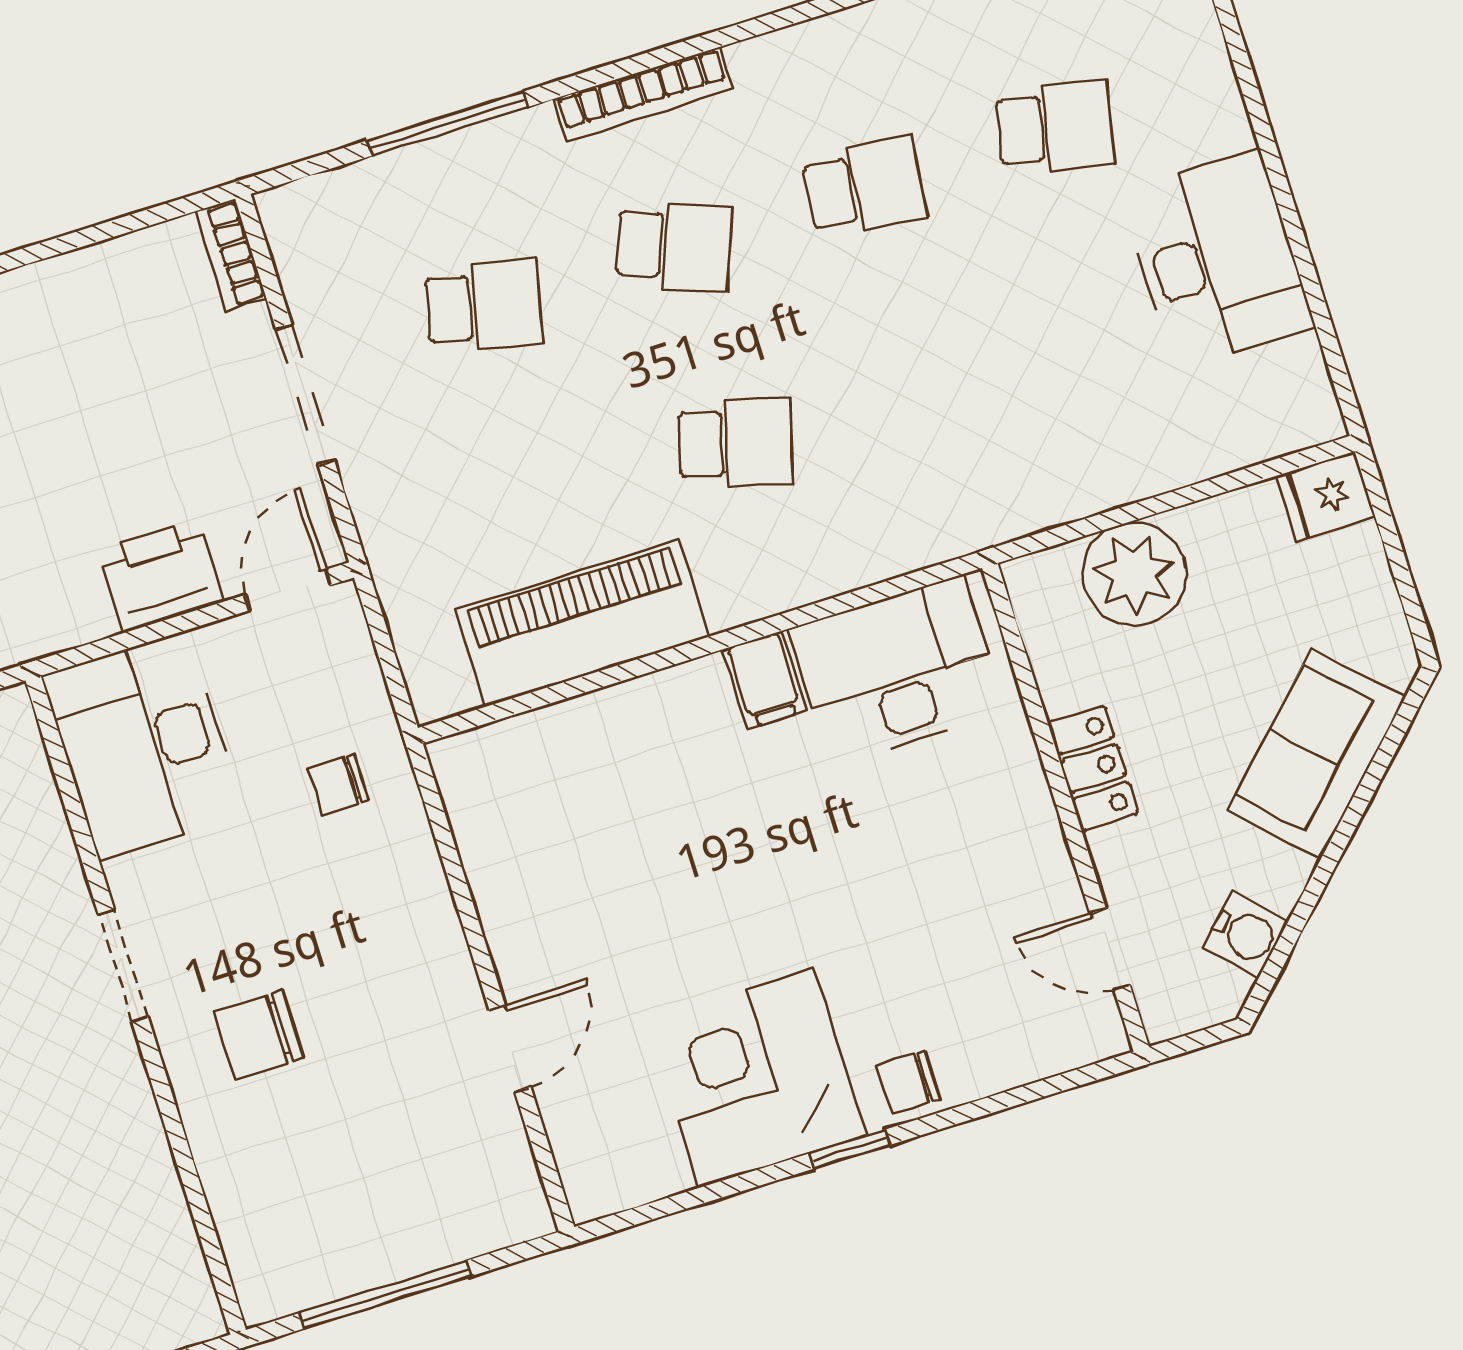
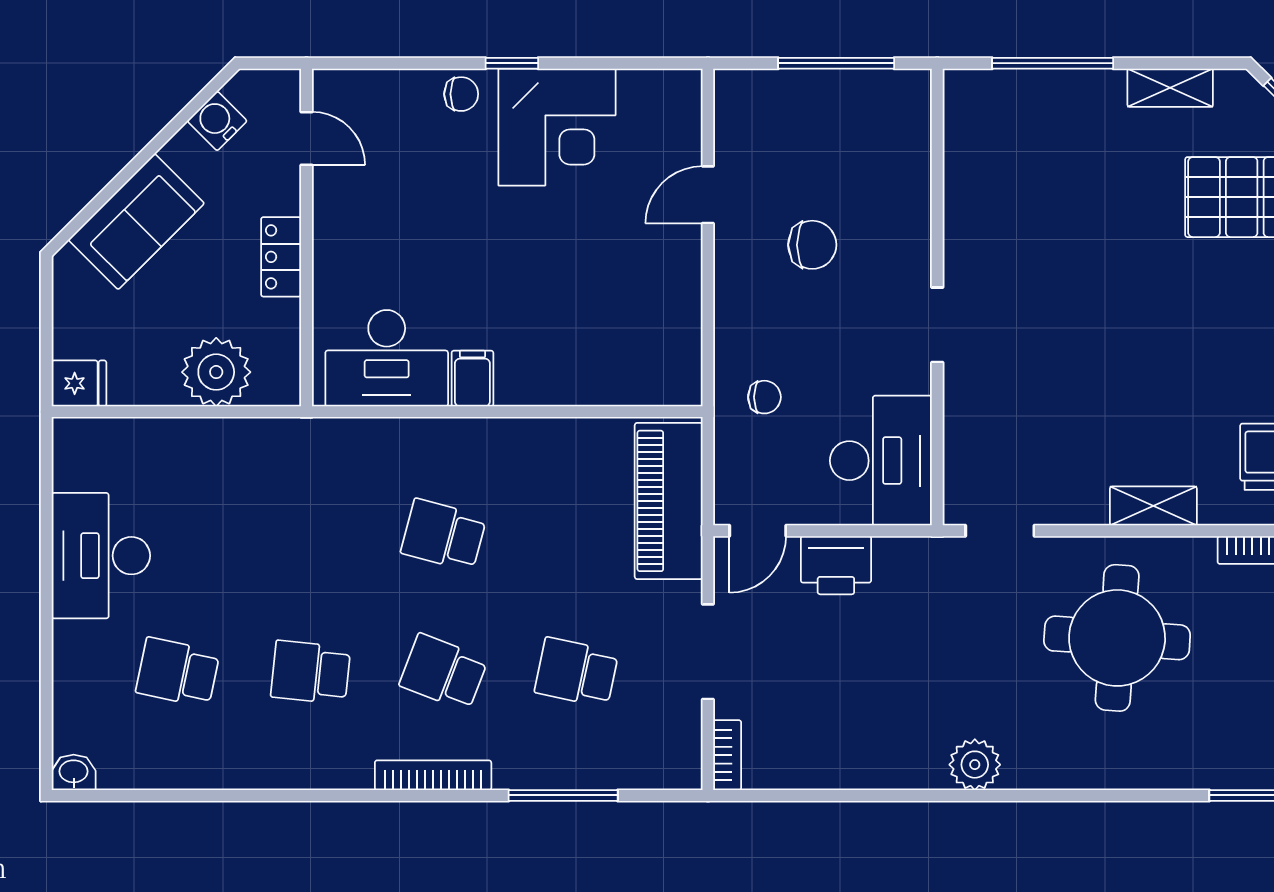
piano: (582, 623) -> (669, 501), moved, turned 90
chair: (259, 1035) -> (812, 245), moved

